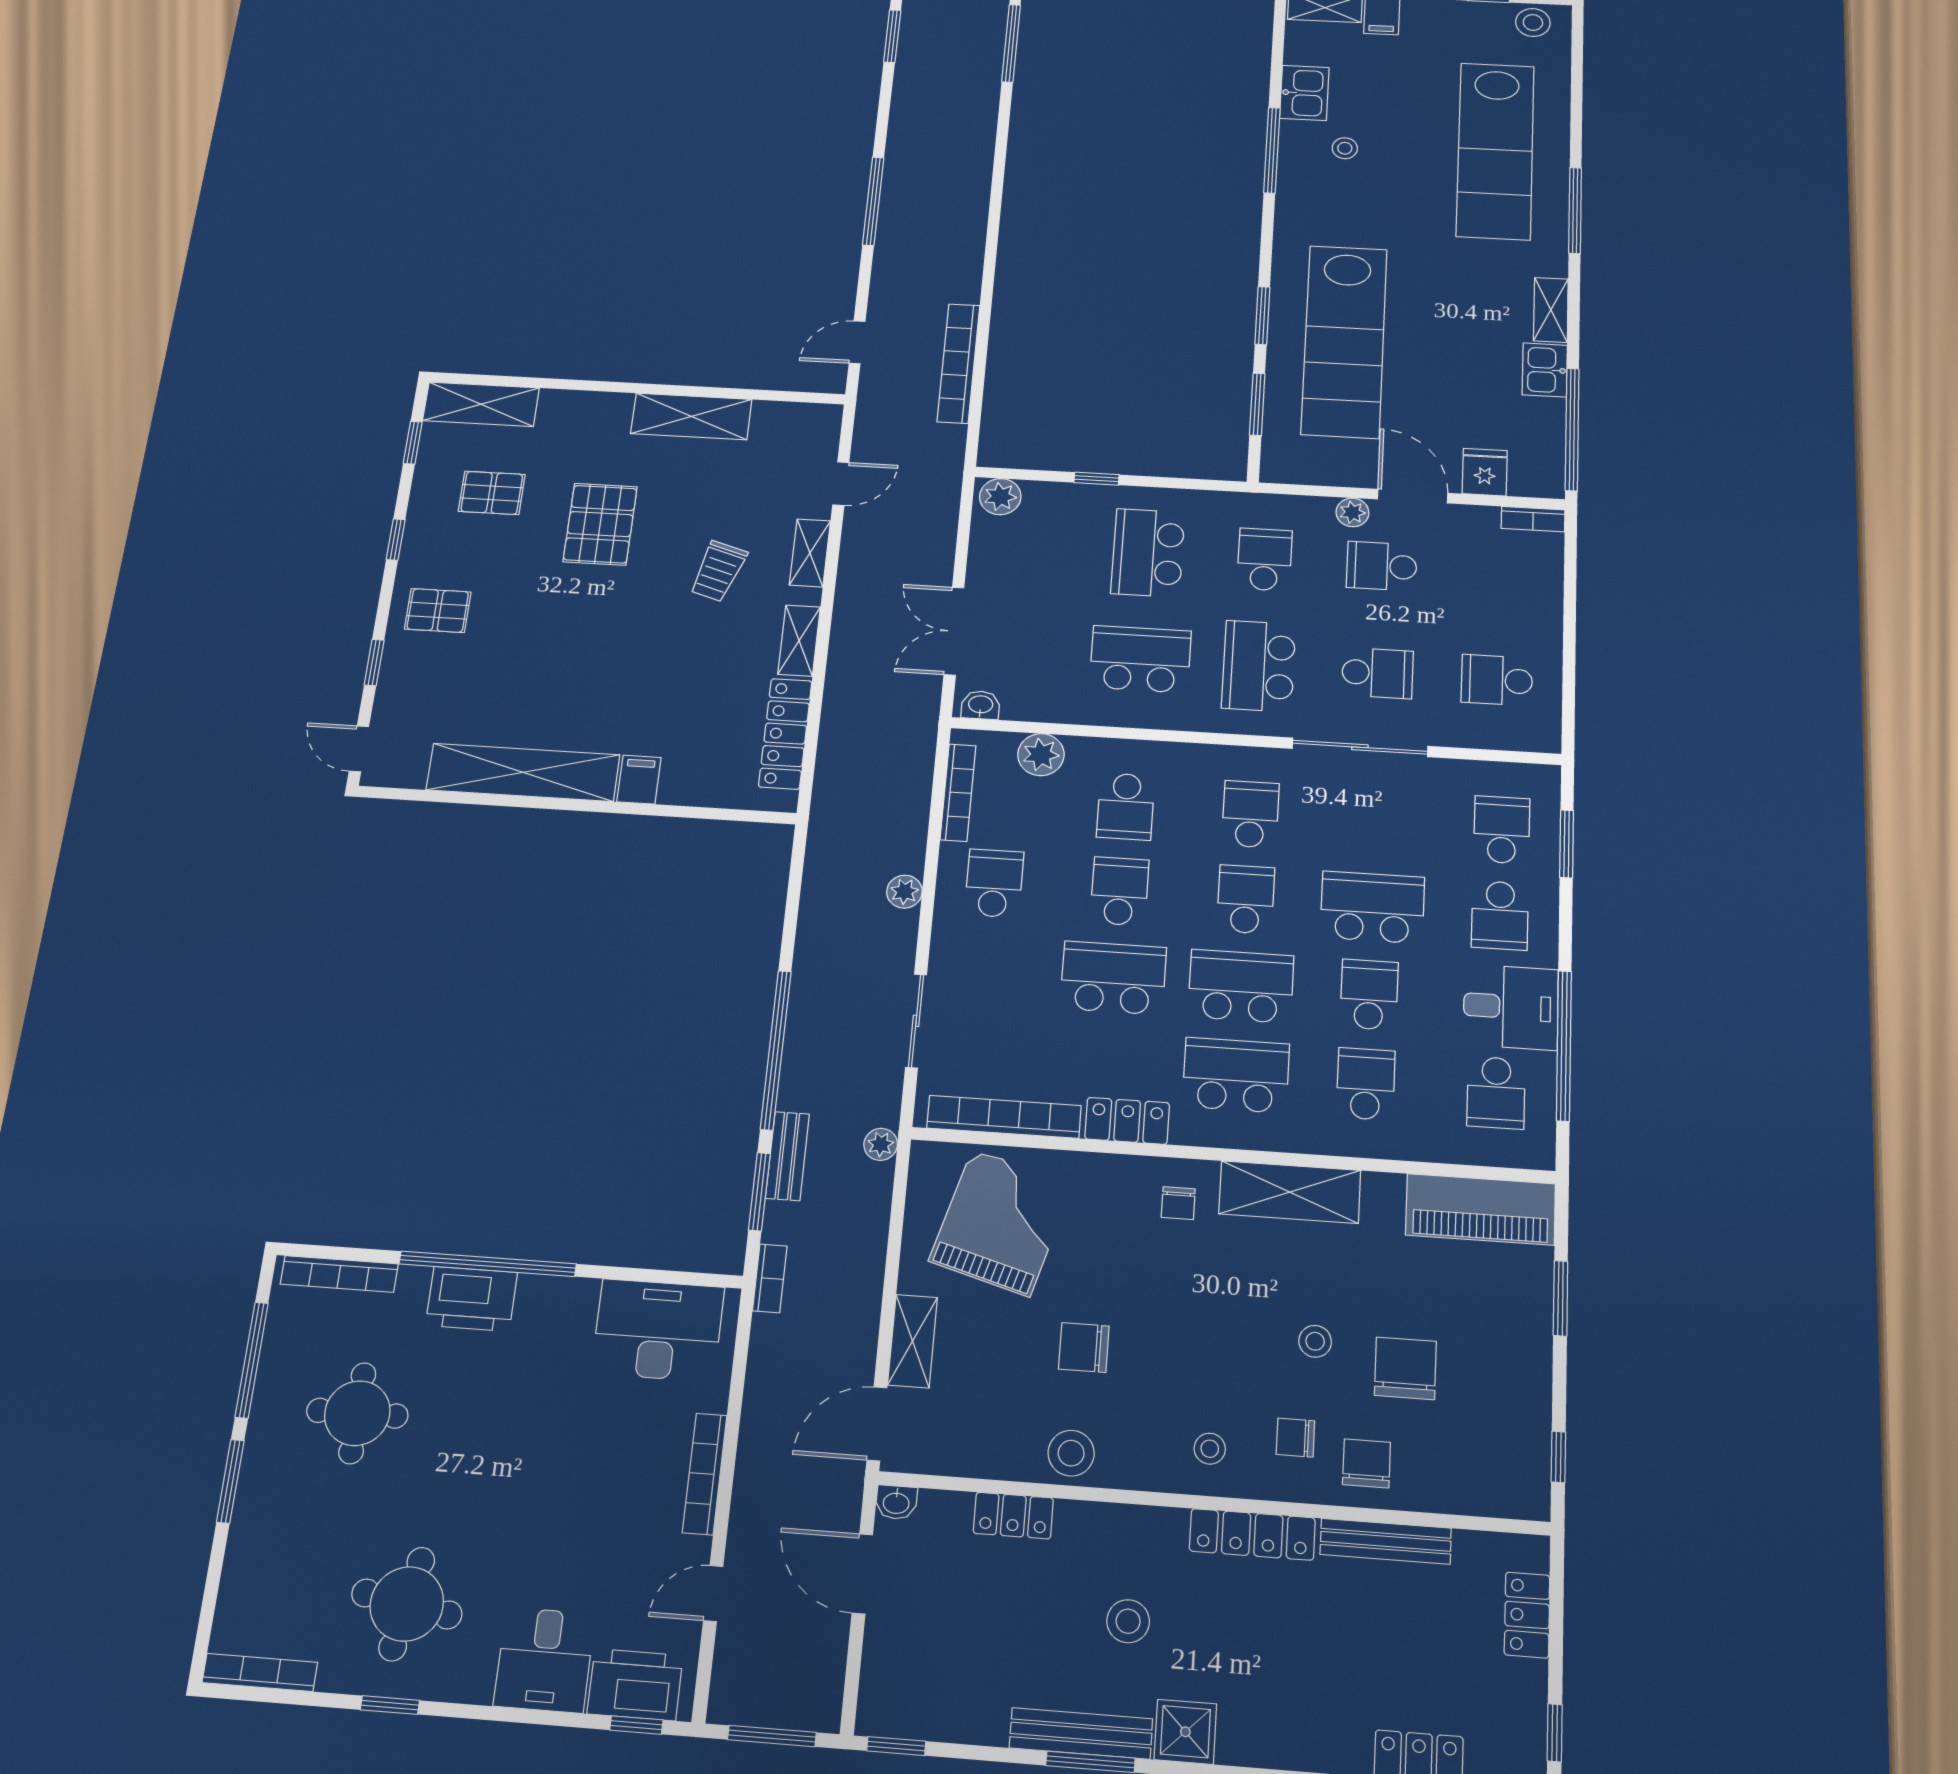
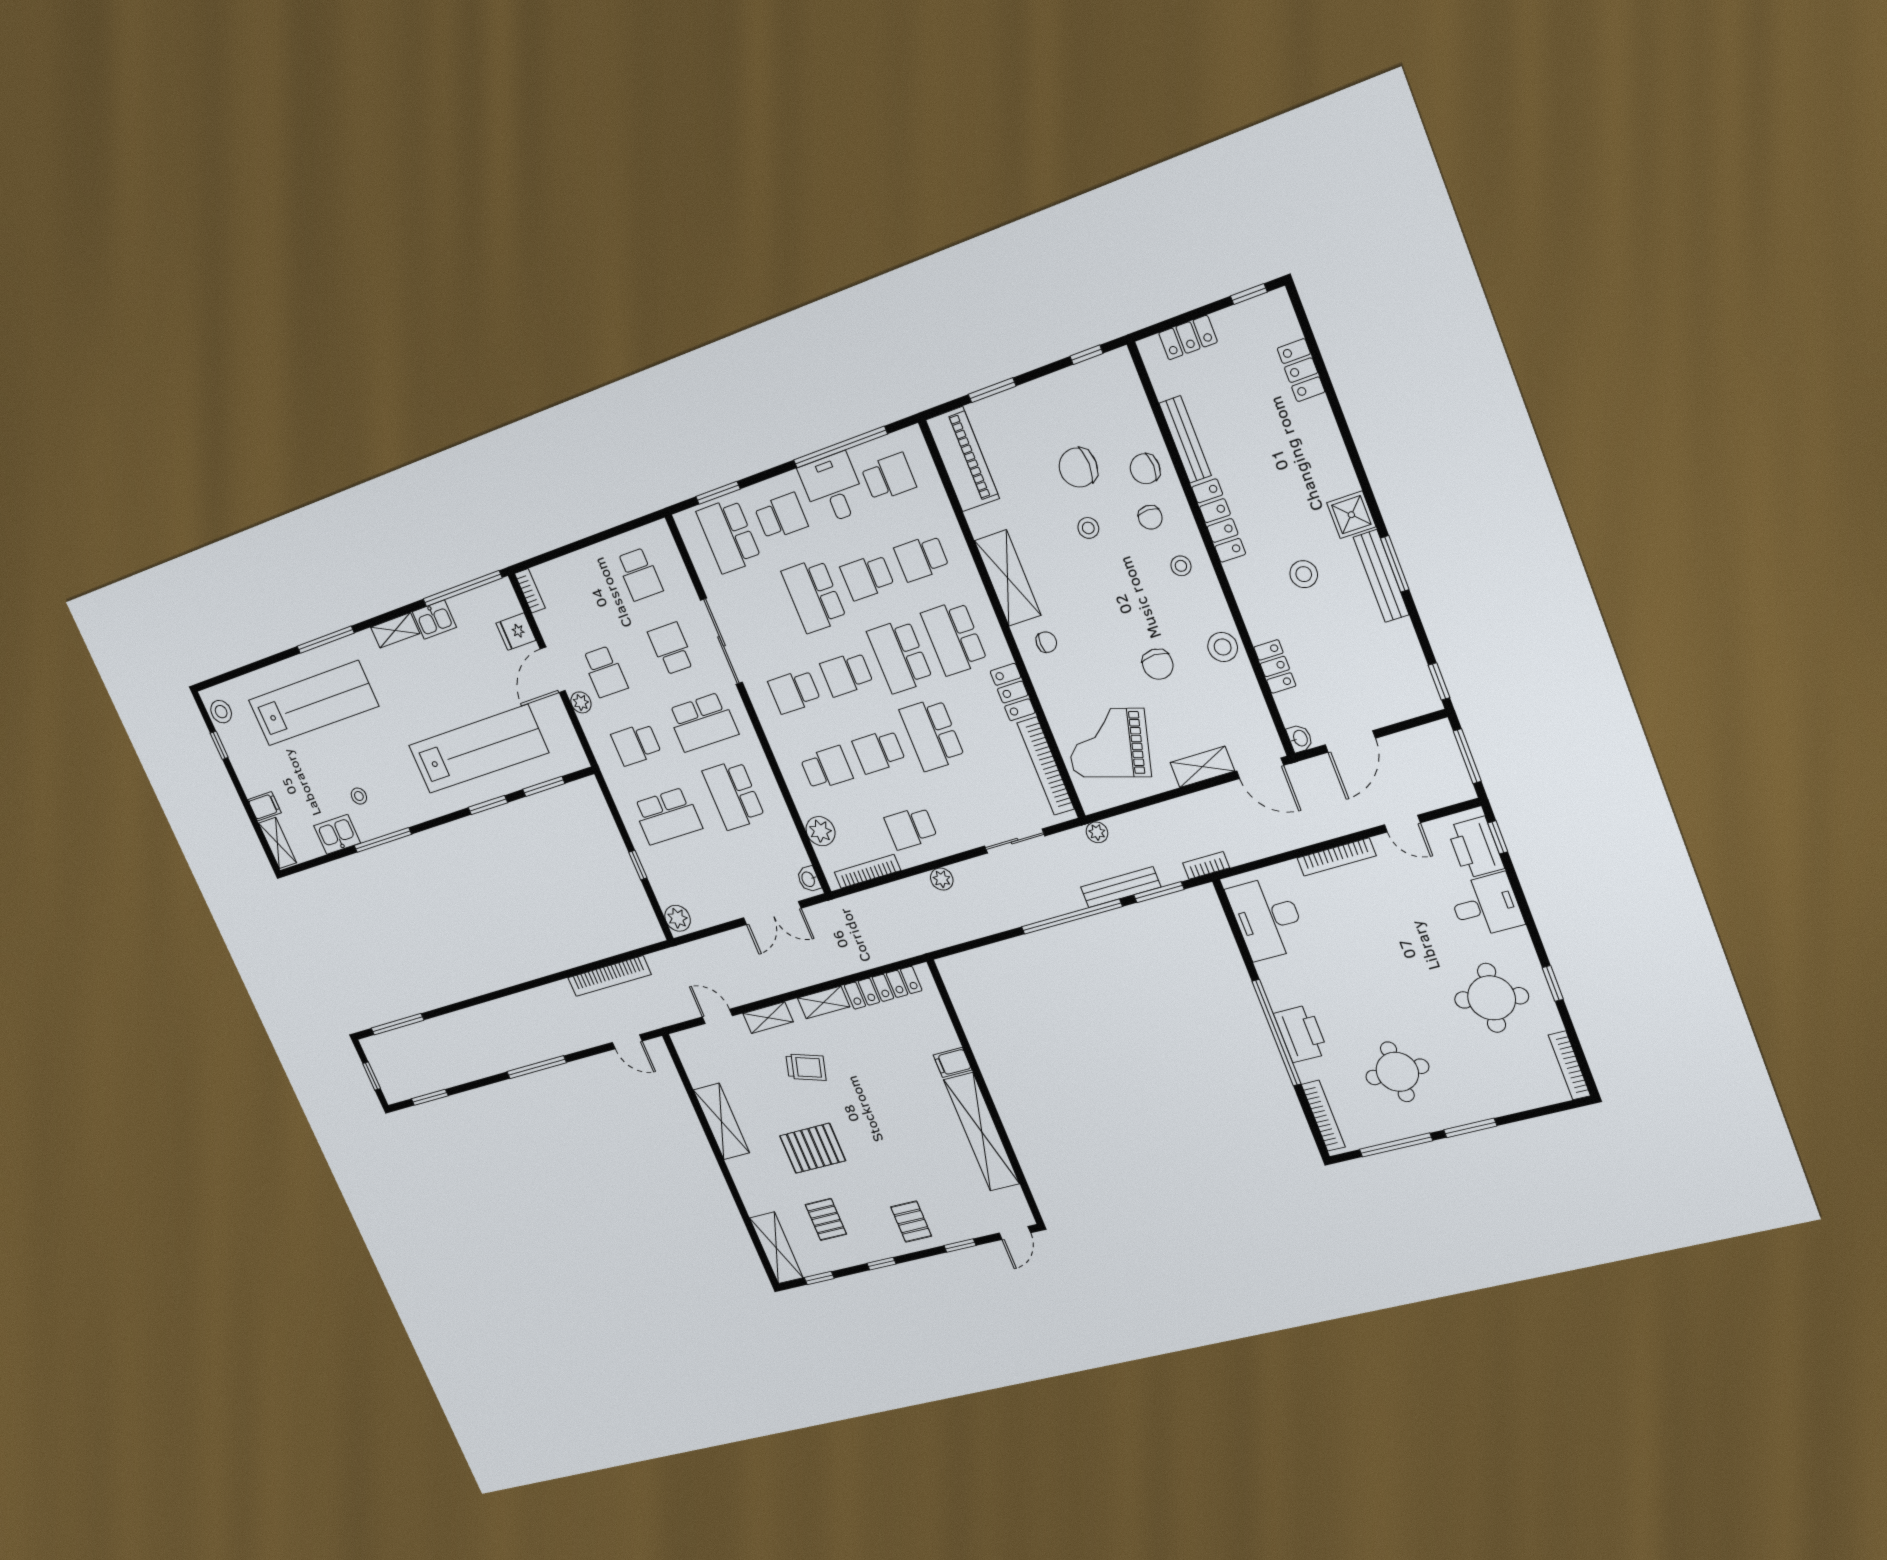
school desk: (1502, 830) -> (729, 536), width x1.85
bench: (787, 1156) -> (1121, 887), width x1.36

